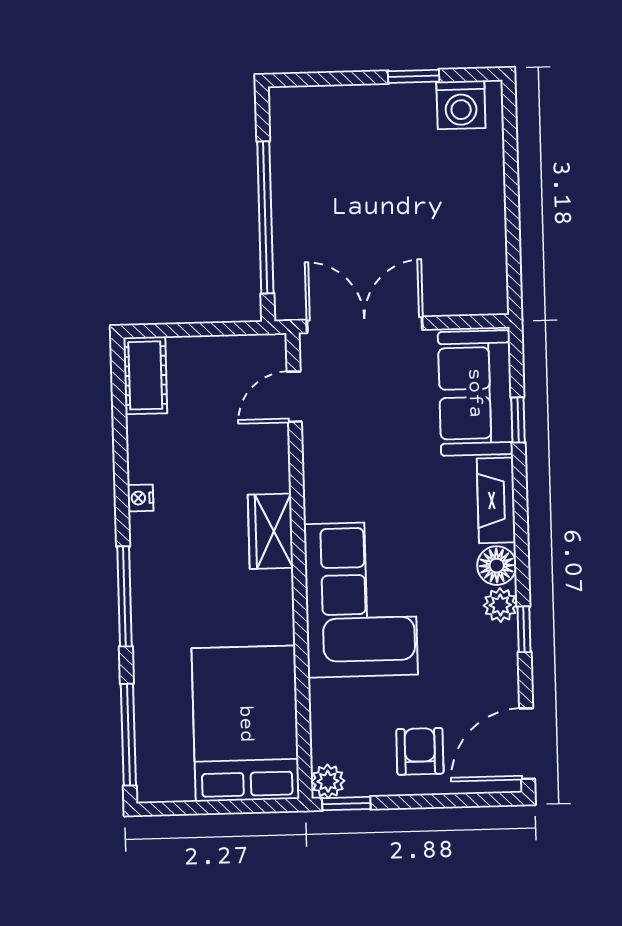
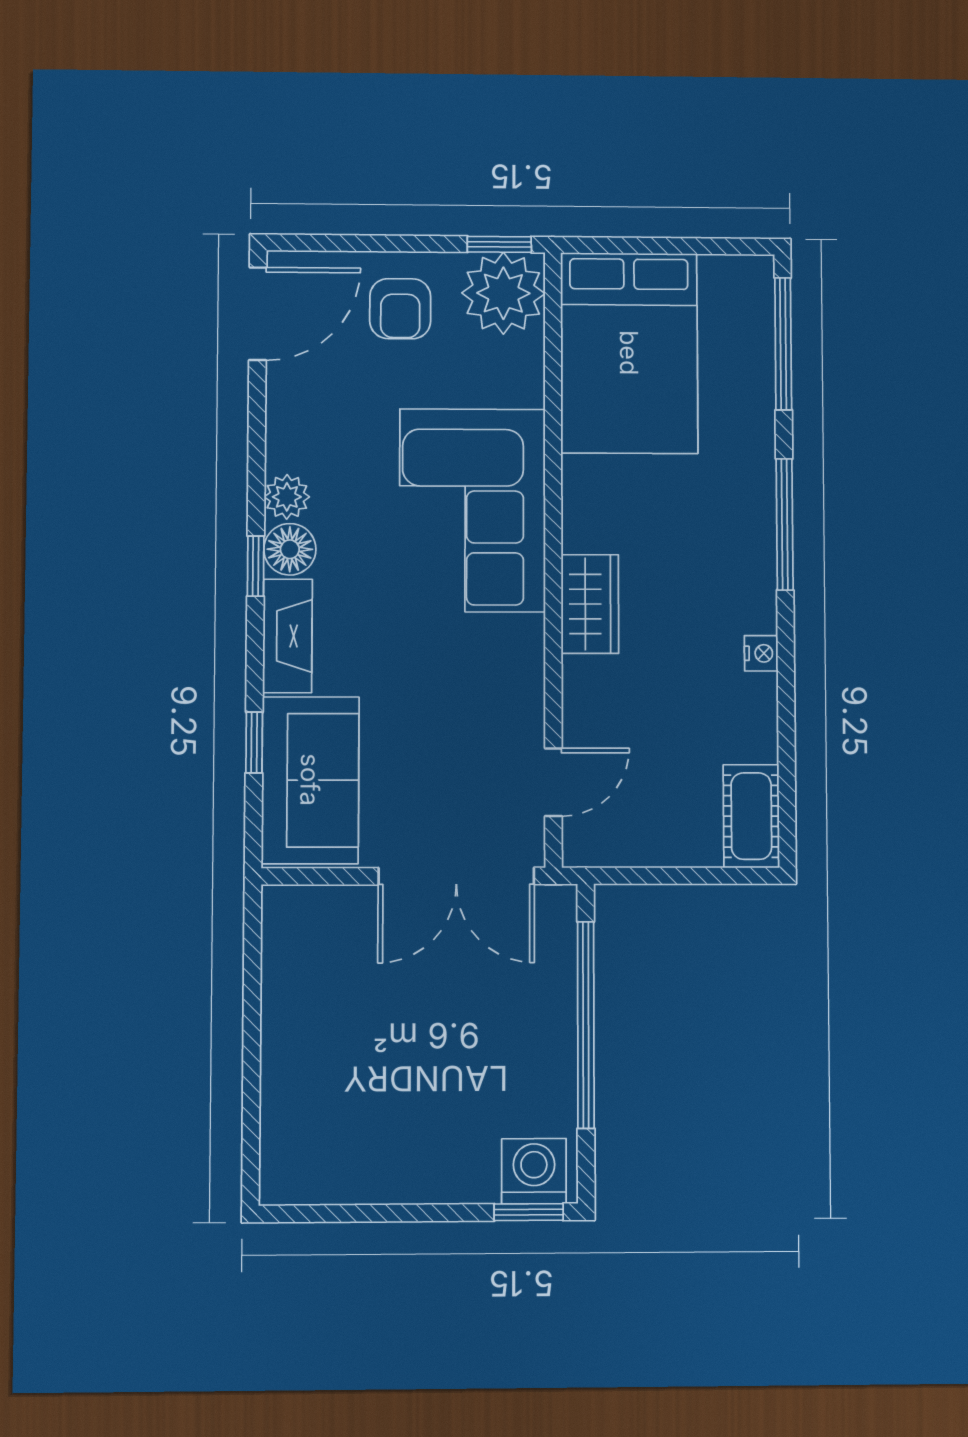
window: (414, 76) -> (529, 1212), moved
washing machine: (461, 105) -> (534, 1171), moved
window: (524, 629) -> (256, 566), moved
plant: (328, 781) -> (503, 293), width x1.88, depth x1.88

